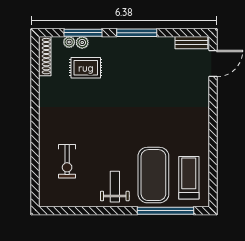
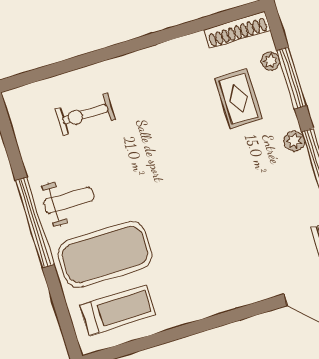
plant: (82, 43) -> (294, 141), moved
window: (166, 211) -> (35, 223), moved

